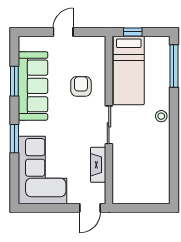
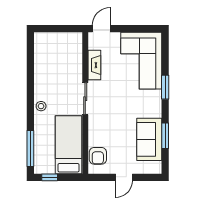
window: (133, 32) -> (50, 177), moved
sofa: (33, 86) -> (149, 139), width x0.73
armchair: (81, 86) -> (98, 156), moved

